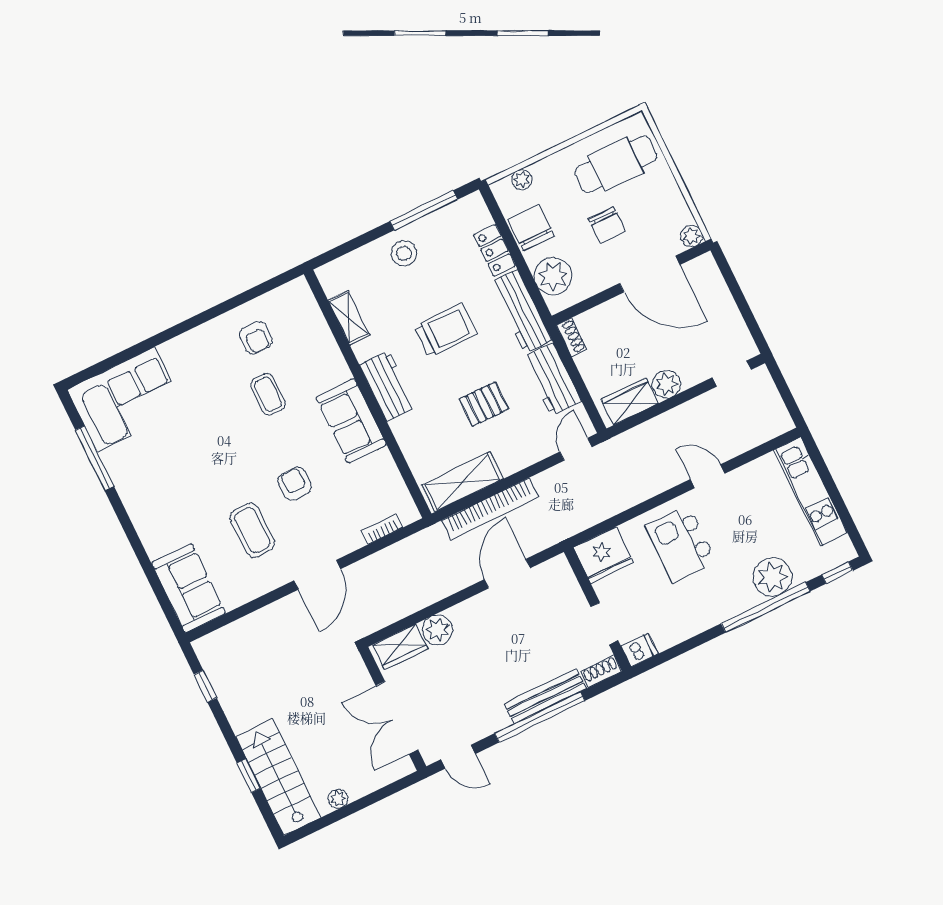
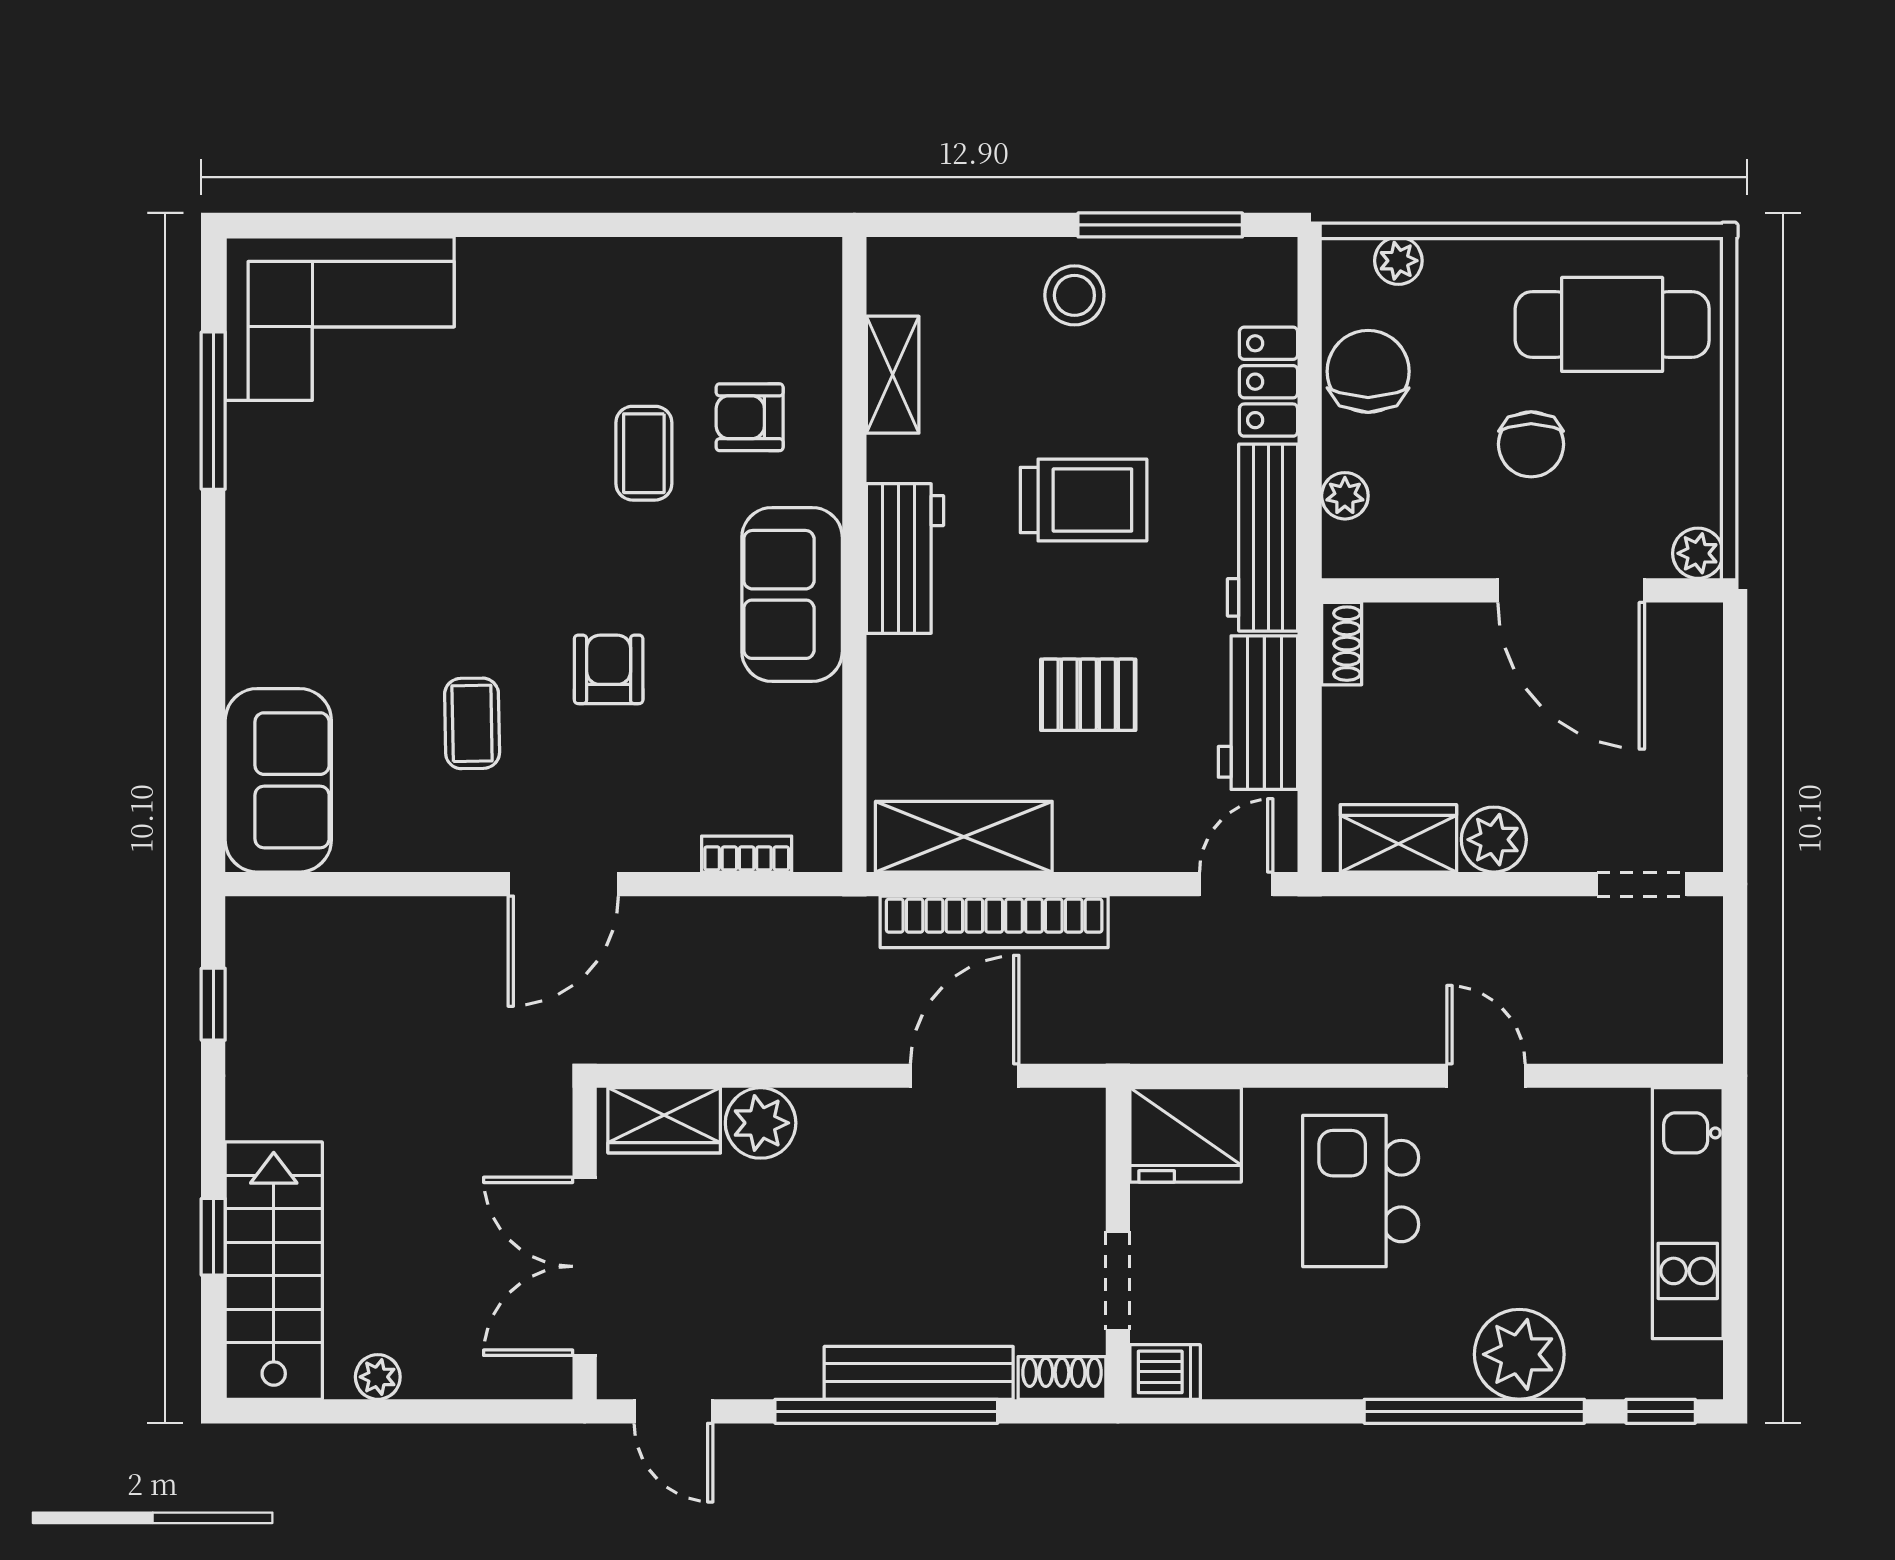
plant: (553, 276) -> (1345, 496), width x0.53, depth x0.53
armchair: (256, 338) -> (750, 417), moved, turned 90
coffee table: (252, 530) -> (472, 723), width x0.73, depth x0.77

